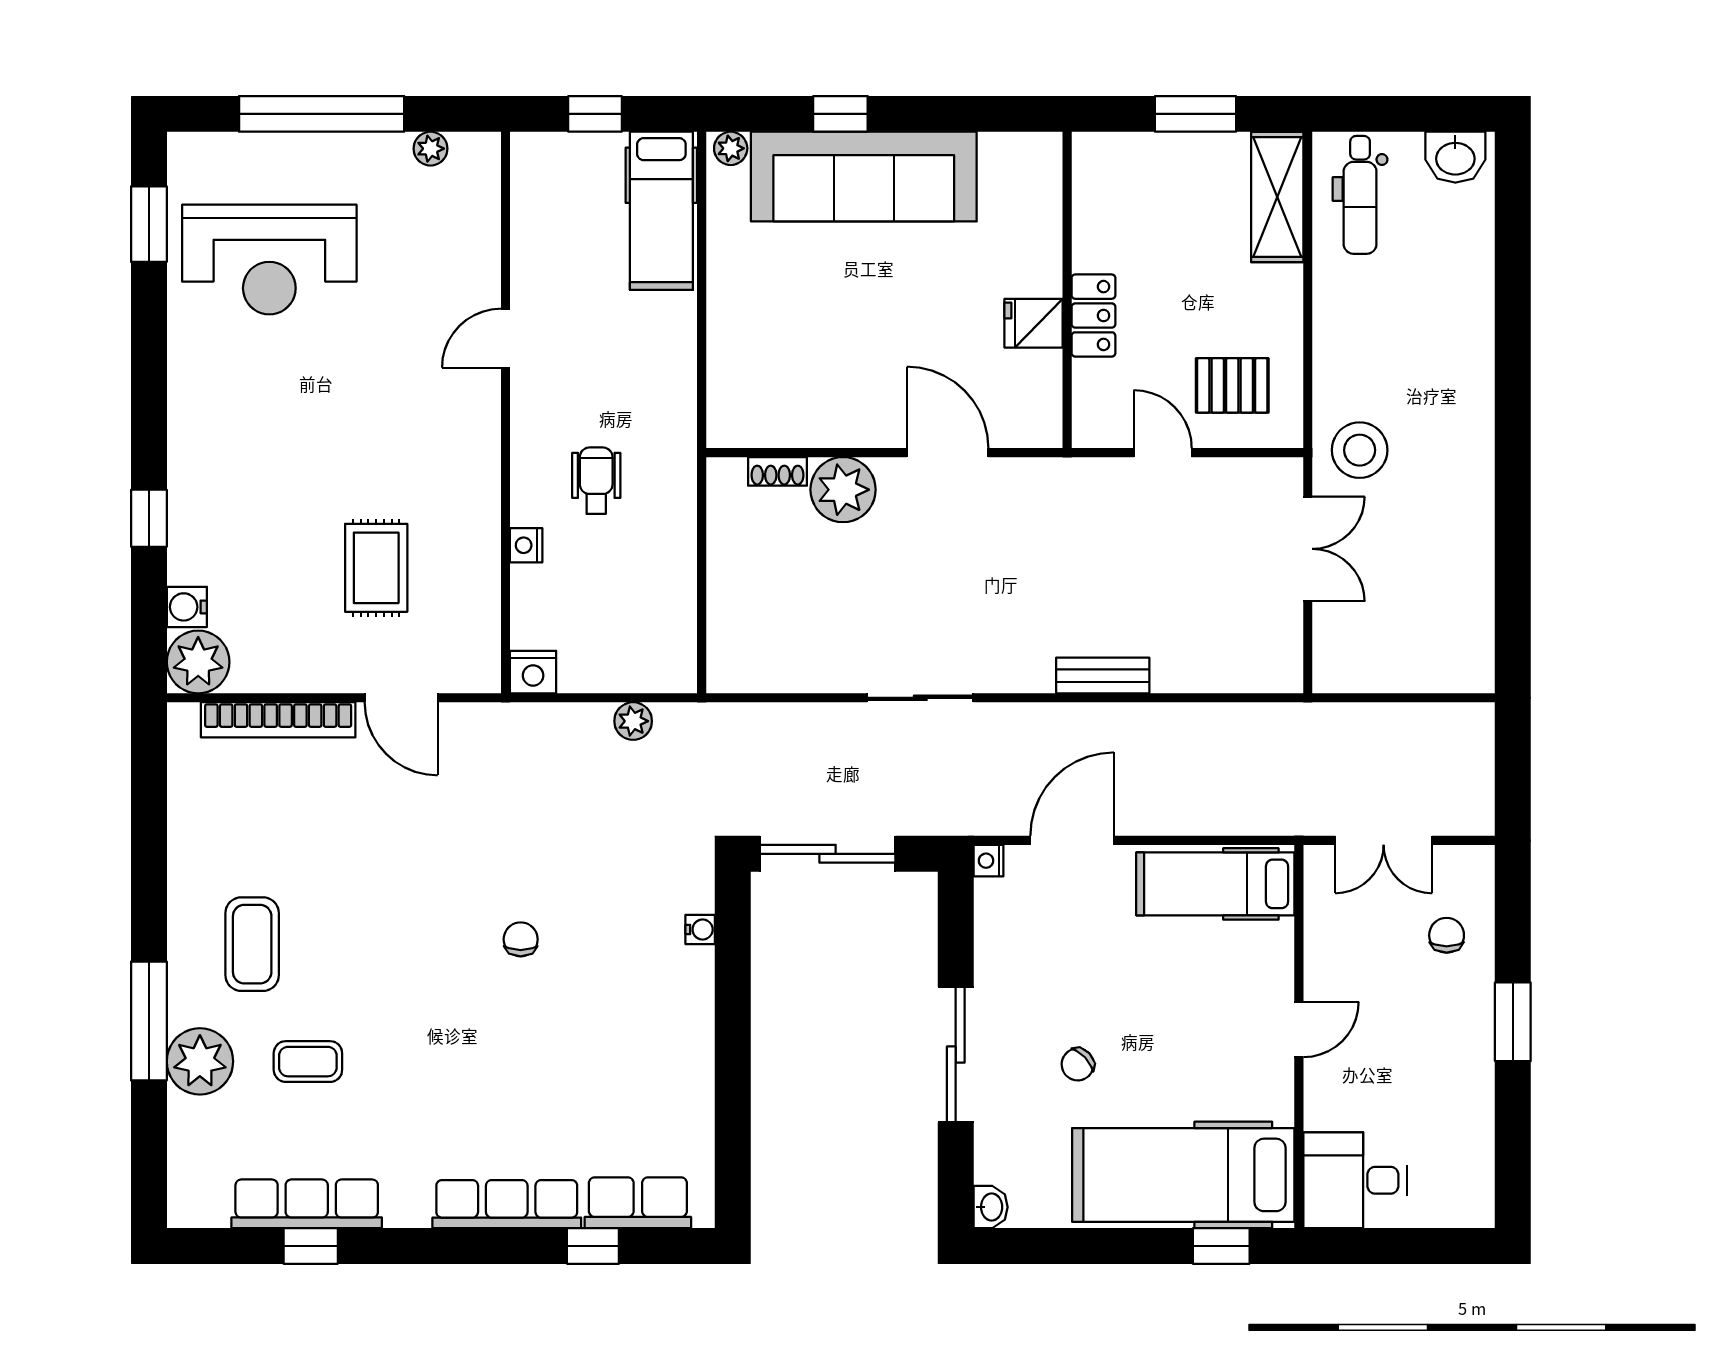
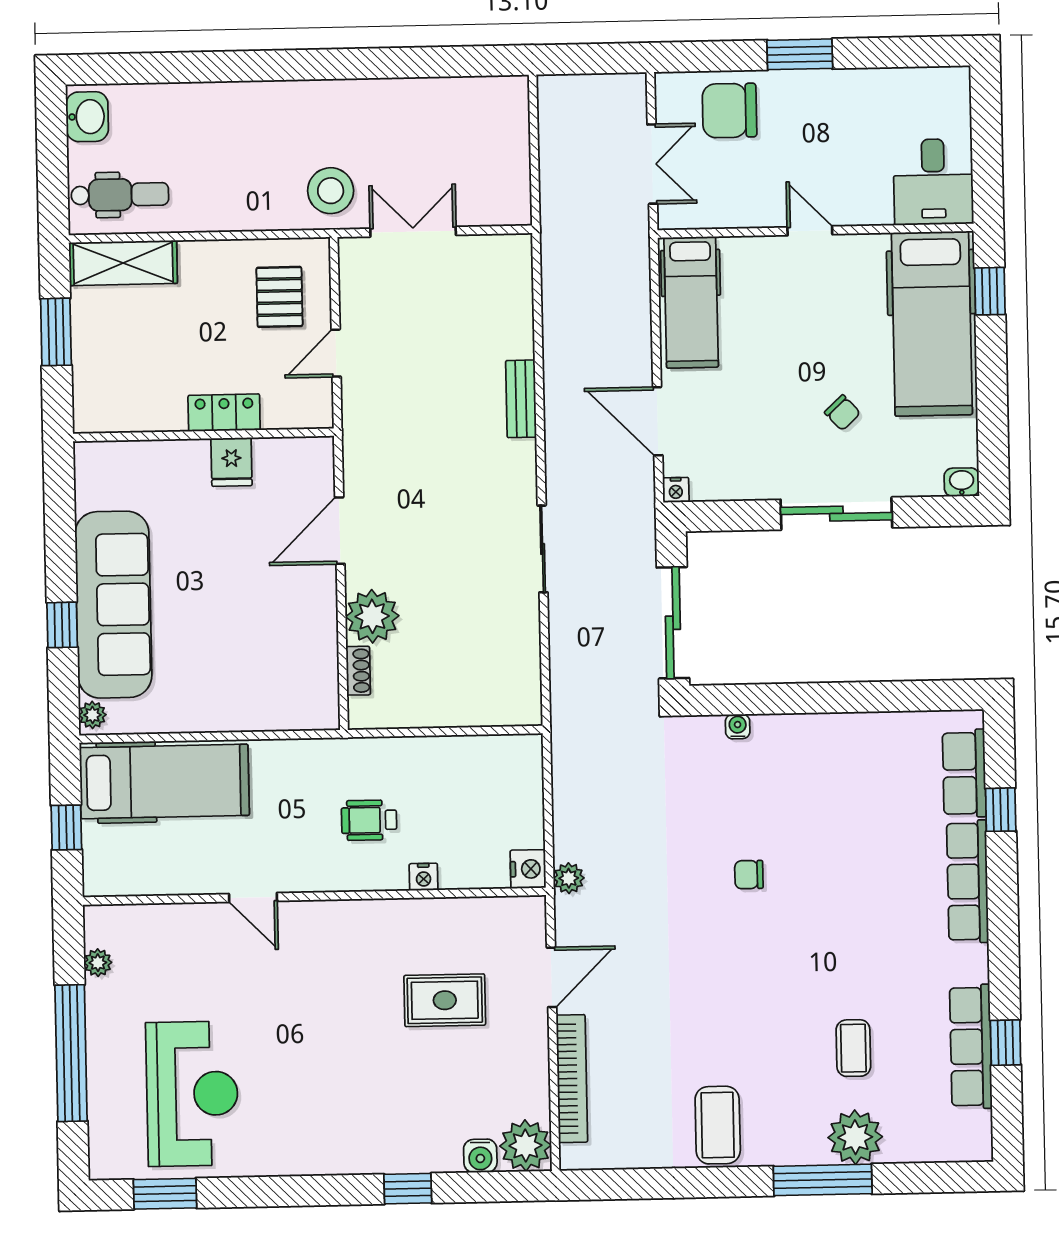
hospital bed: (661, 211) -> (164, 781), width x1.37, depth x1.29
plant: (633, 721) -> (569, 878), moved
chair: (1447, 935) -> (729, 111), width x1.87, depth x1.87
coffee table: (252, 944) -> (718, 1125), moved, turned 90

